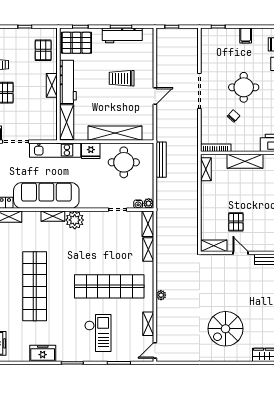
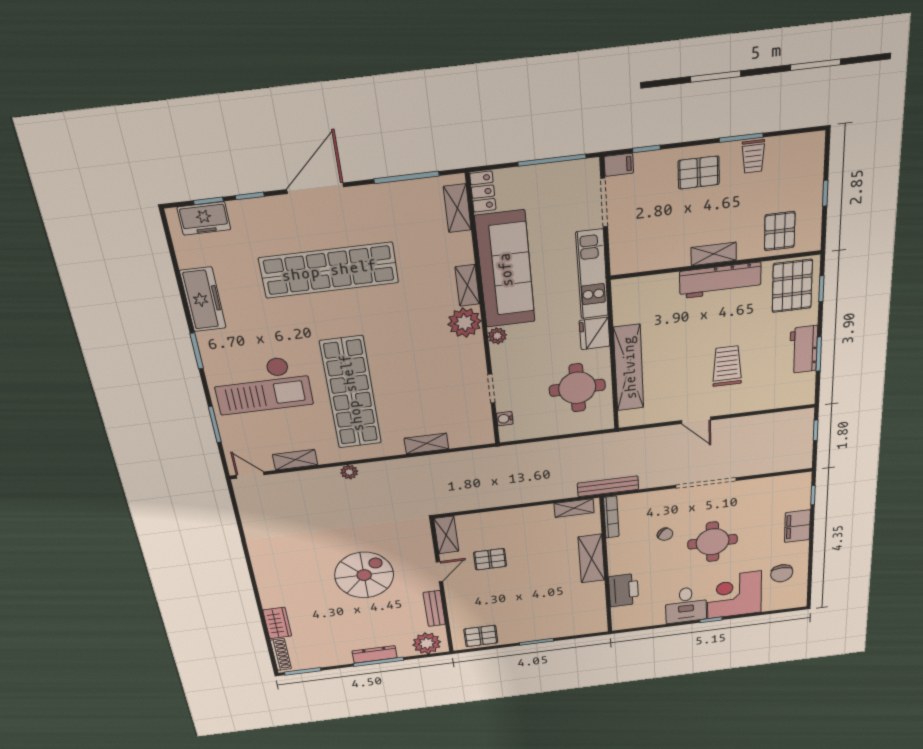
workbench: (122, 35) -> (803, 349), width x0.73
filing cabinet: (246, 36) -> (797, 526), width x2.00
pallet: (43, 50) -> (780, 231), turned 90
shelving: (67, 122) -> (645, 287), removed
bench: (161, 160) -> (608, 486), moved
plant: (149, 203) -> (497, 336), moved
shelving: (148, 224) -> (472, 437), removed
spiral stairs: (225, 329) -> (364, 575), moved, turned 90
checkout: (98, 333) -> (262, 385), width x1.36, depth x1.21
freezer: (43, 353) -> (203, 299), width x1.40

